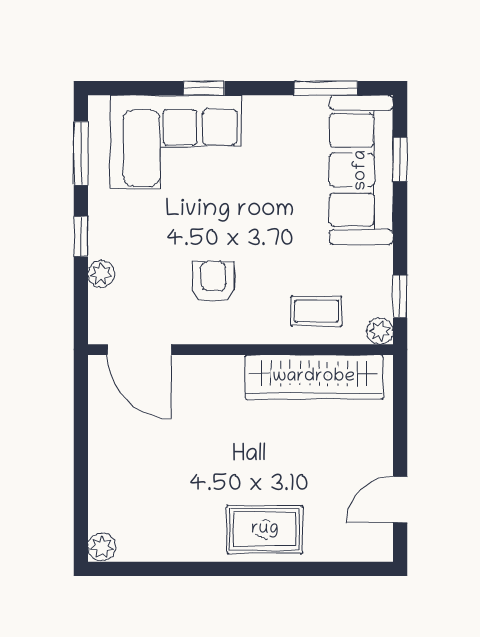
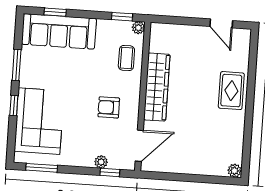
window: (326, 88) -> (17, 65), moved
window: (81, 236) -> (110, 172), moved
wardrobe: (314, 377) -> (157, 87), moved

